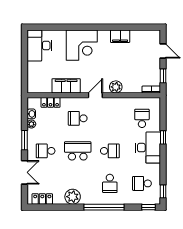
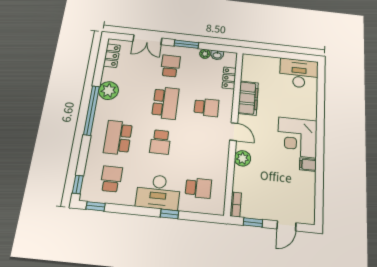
filing cabinet: (120, 36) -> (308, 165), width x0.50
corner desk: (82, 45) -> (297, 137), moved
school desk: (78, 118) -> (206, 107), turned 90
school desk: (110, 183) -> (118, 138), width x1.85
window: (104, 207) -> (91, 110), moved

